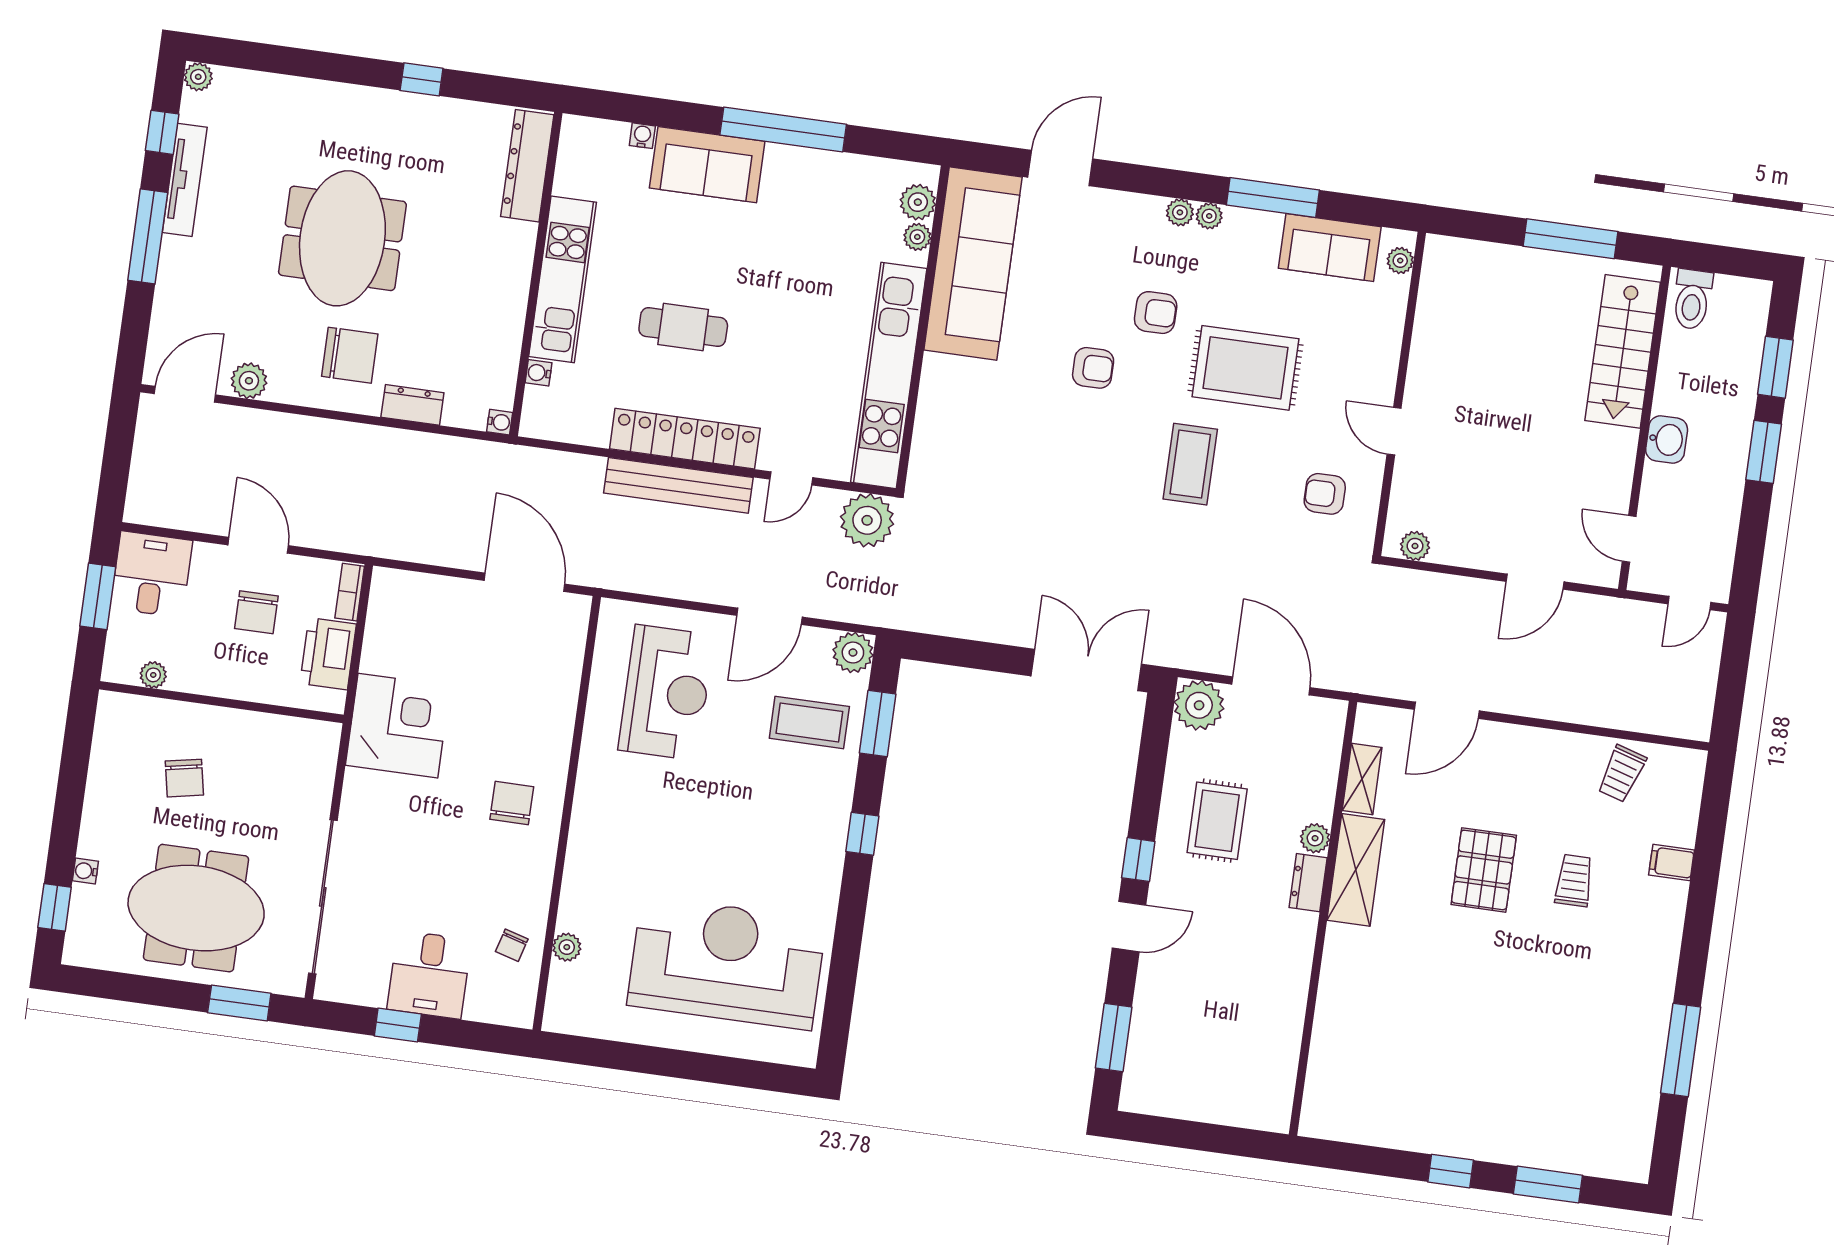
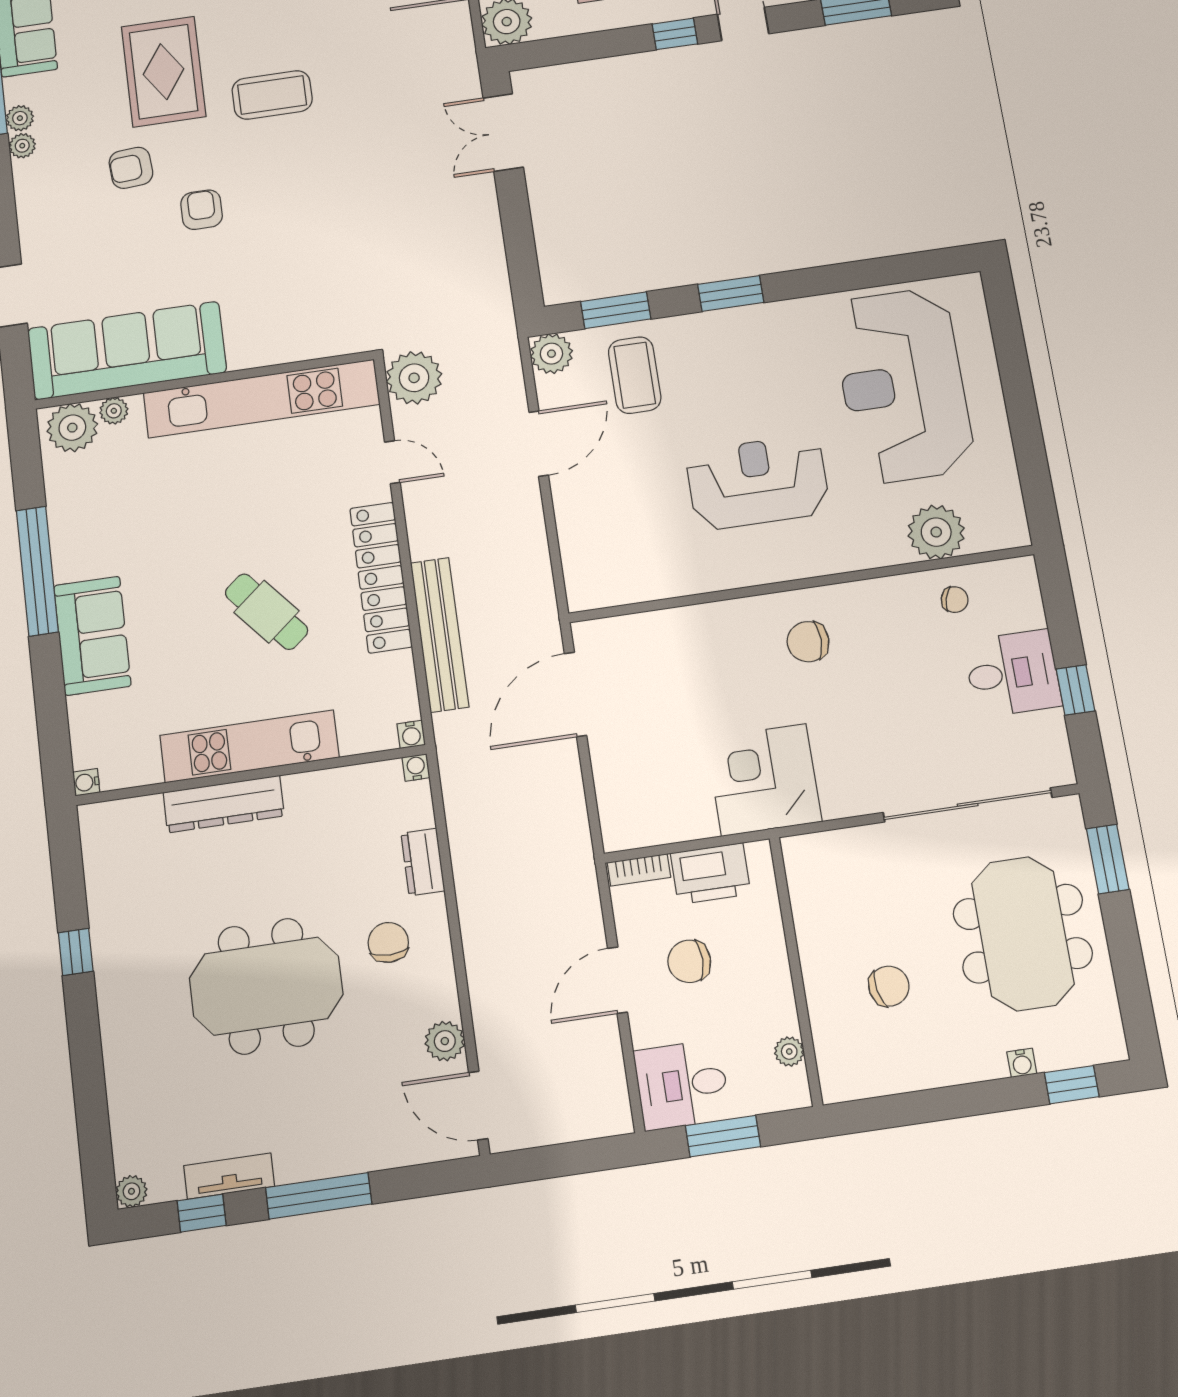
water cooler: (642, 136) -> (86, 782), moved
dresser: (527, 166) -> (224, 804), moved
tv unit: (185, 180) -> (229, 1176), width x0.71
plant: (918, 202) -> (72, 428), width x1.36, depth x1.36
plant: (1180, 212) -> (20, 118), moved
armchair: (1156, 313) -> (131, 168), turned -94
cafe table: (683, 327) -> (266, 612), turned -40
chair: (350, 355) -> (388, 942), width x0.73, depth x0.73
water cooler: (538, 373) -> (411, 734), moved
bench: (678, 485) -> (440, 635), moved
chair: (256, 612) -> (689, 961), turned 180
door: (769, 616) -> (539, 444), hinge flipped
double door: (1086, 670) -> (503, 132), width x0.73
reception desk: (666, 692) -> (758, 482), moved
window: (862, 834) -> (731, 293), width x1.50
plant: (567, 947) -> (936, 532), width x1.88, depth x1.88

